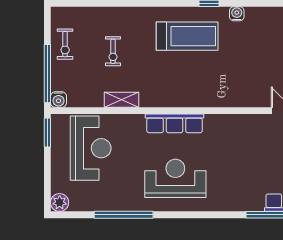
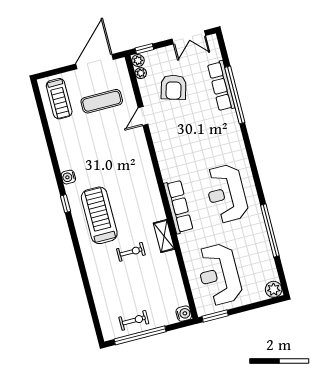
exercise bike: (113, 51) -> (131, 252), moved
window: (47, 74) -> (140, 335), moved
shelving: (121, 100) -> (164, 236), moved
reception desk: (91, 148) -> (219, 274), turned -90

